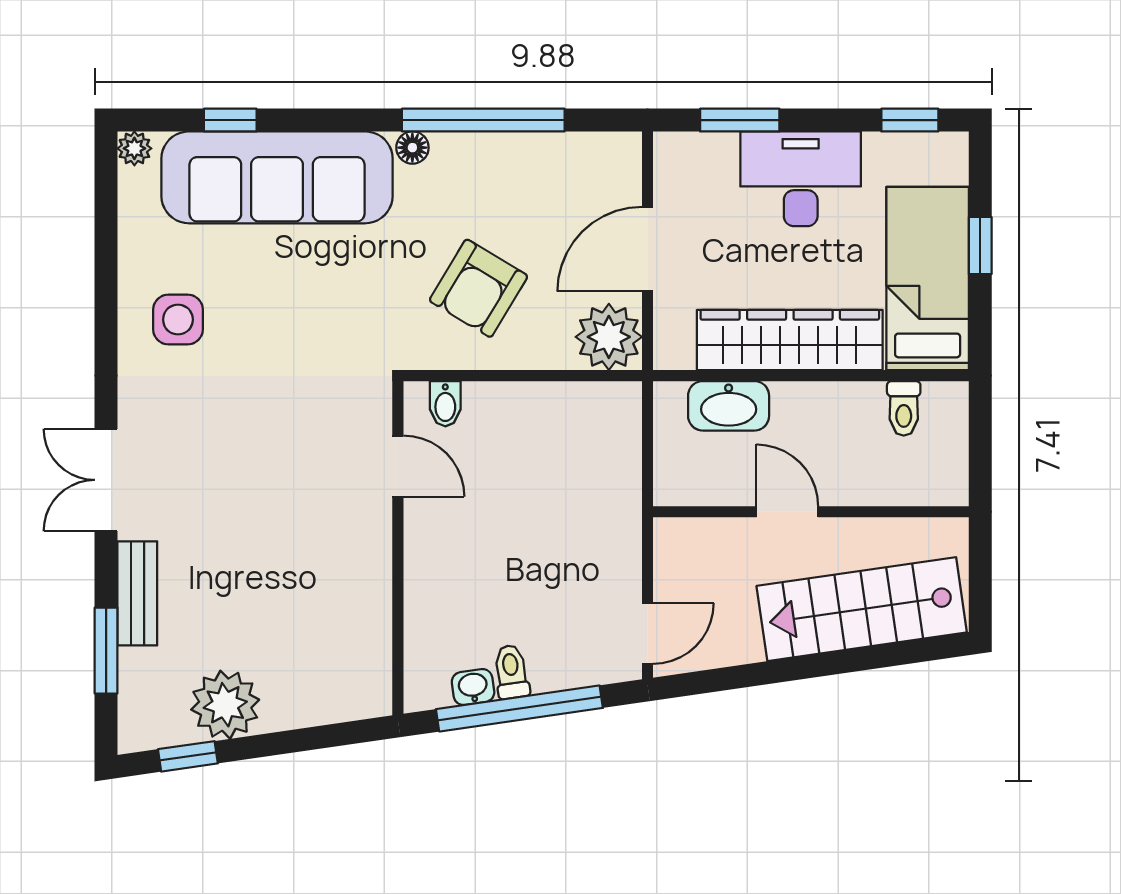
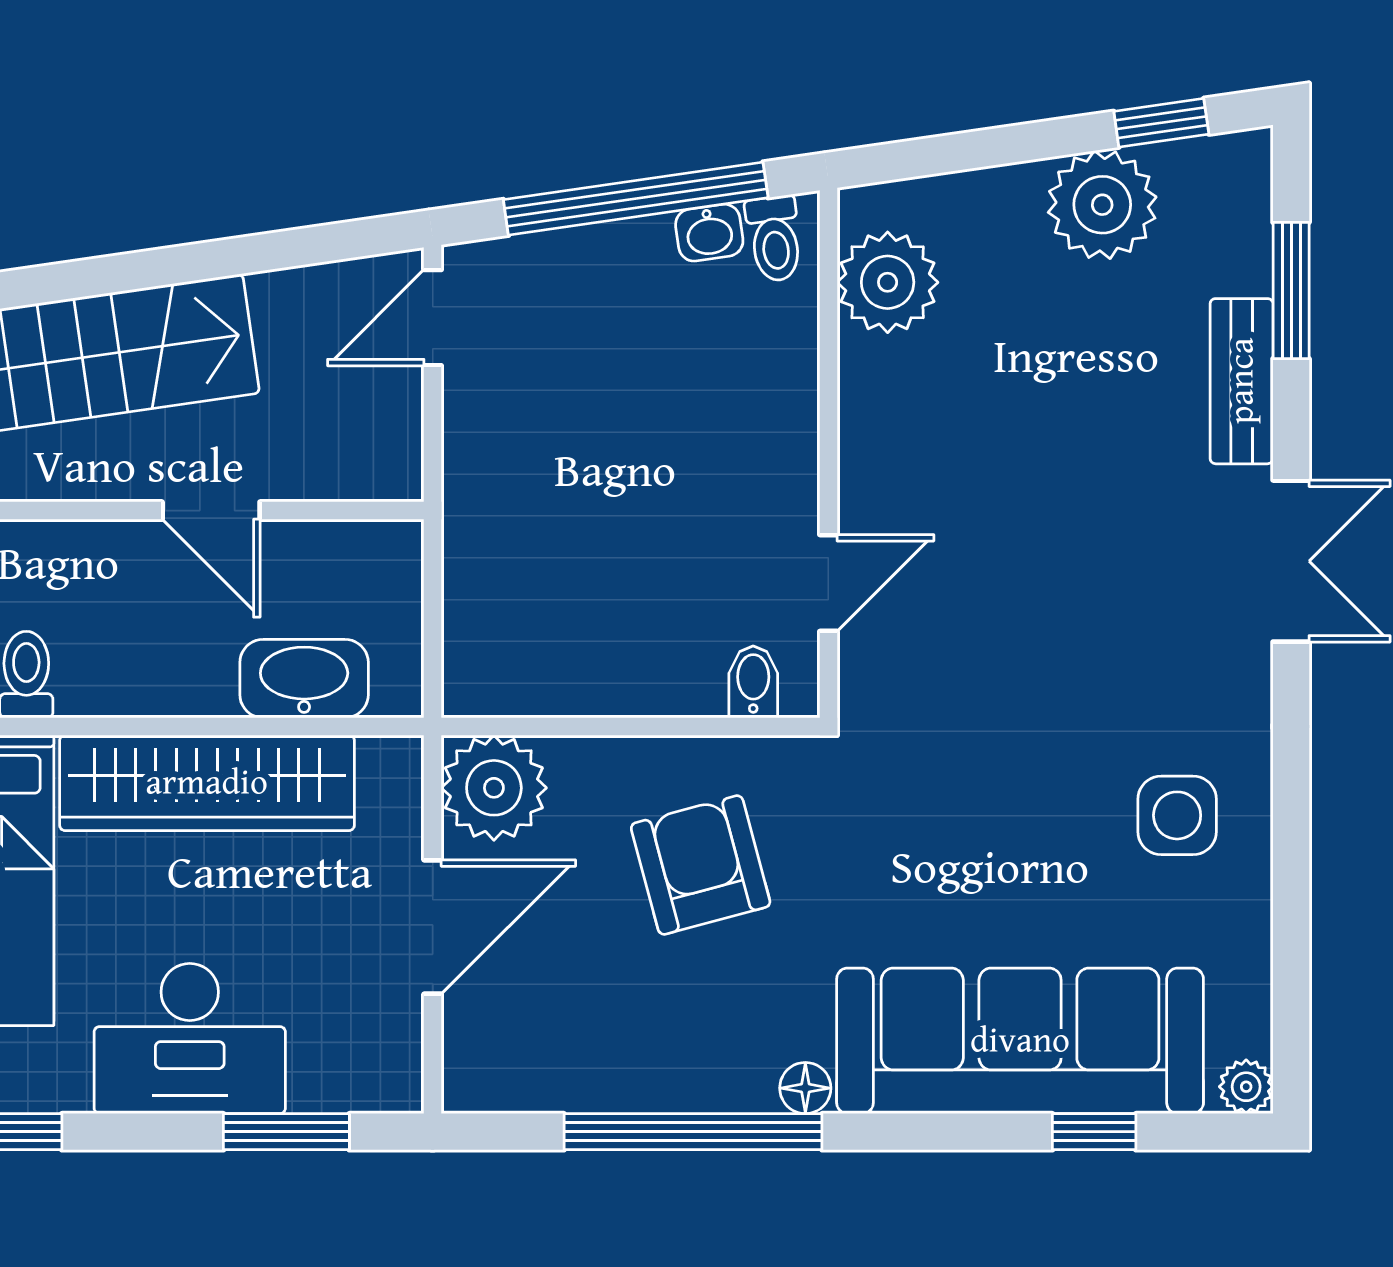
armchair: (478, 288) -> (701, 865), turned -46
door: (398, 466) -> (828, 583), swing flipped
plant: (361, 656) -> (888, 282), added
toilet: (511, 672) -> (774, 239), moved

